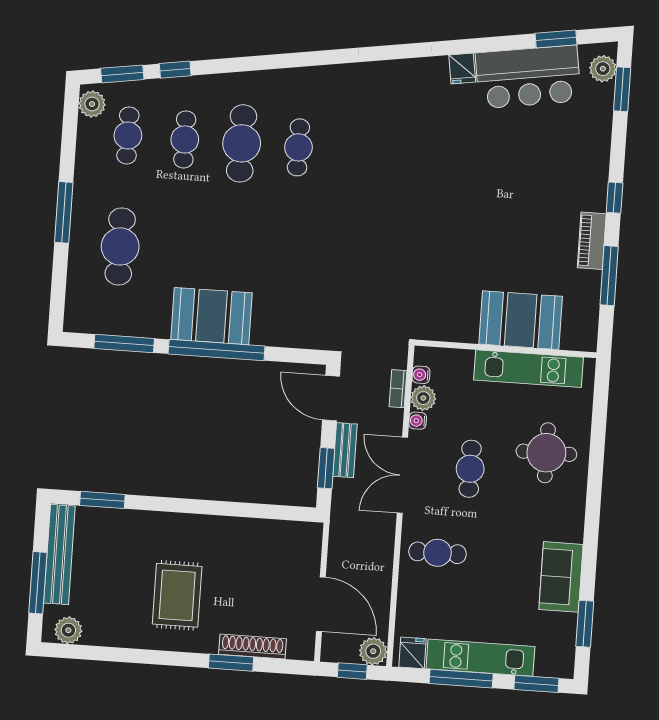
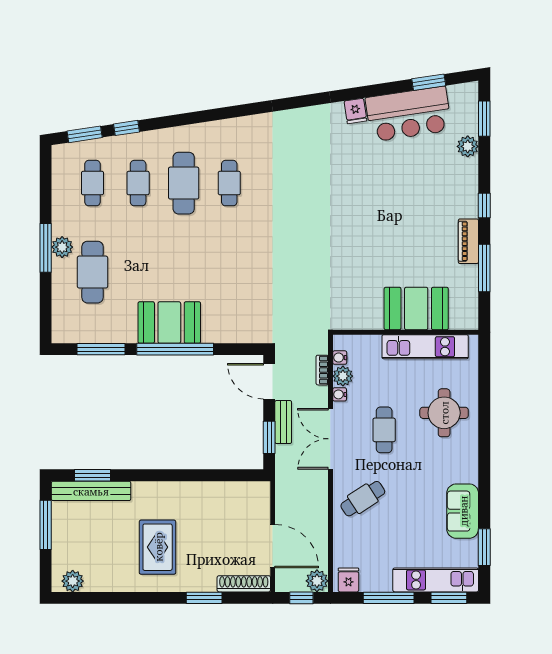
plant: (603, 69) -> (468, 146), moved
plant: (92, 104) -> (62, 247), moved
cafe table: (438, 553) -> (363, 499), turned -33
bench: (59, 555) -> (91, 491), moved, turned 90
window: (38, 583) -> (46, 525), moved
shoe rack: (252, 647) -> (244, 584), moved
kitchen unit: (480, 658) -> (436, 580), moved

